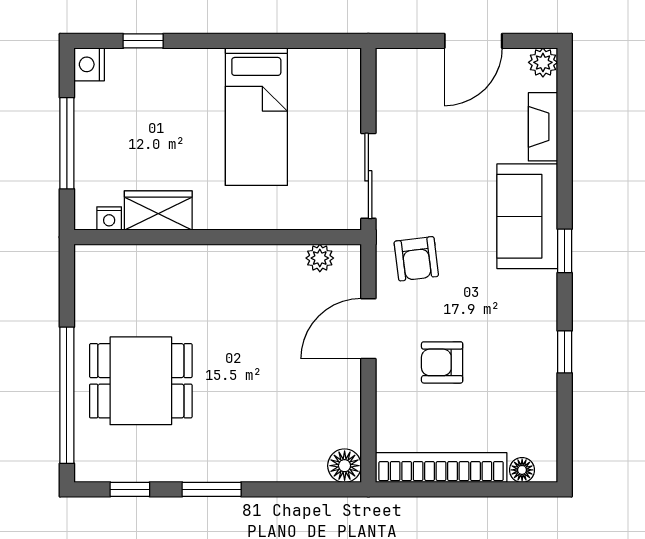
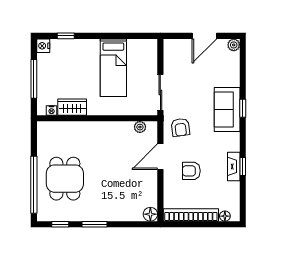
fireplace: (543, 127) -> (234, 166), moved
window: (565, 251) -> (243, 108), moved
dining table: (141, 381) -> (65, 179), turned 90

